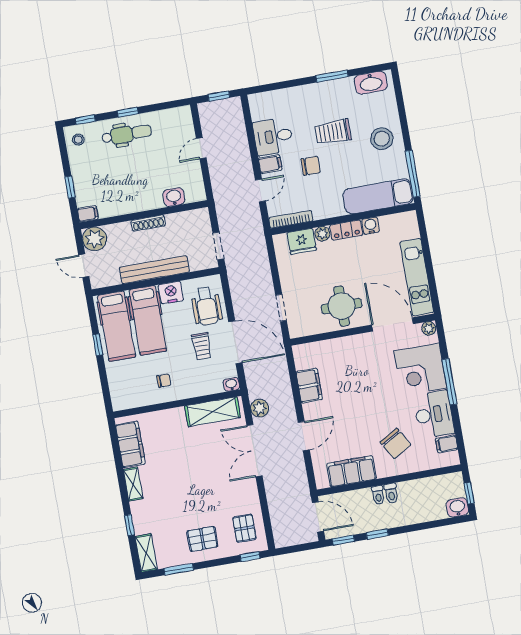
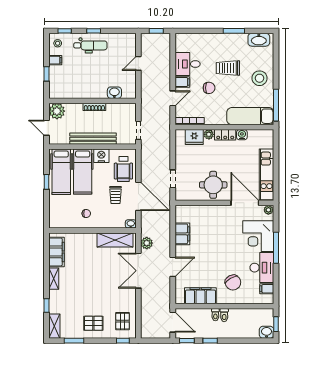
filing cabinet: (88, 214) -> (55, 60), moved

